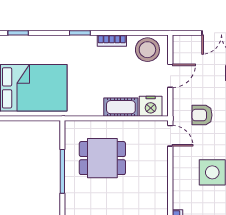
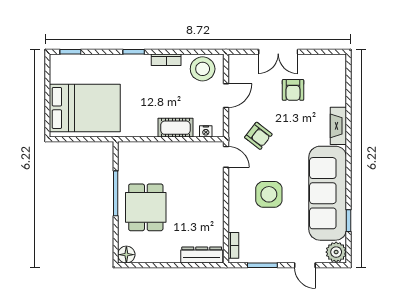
nightstand: (151, 106) -> (206, 131), width x0.53, depth x0.56
armchair: (202, 115) -> (258, 136), turned -142
dining table: (102, 158) -> (146, 207), moved, turned 90

